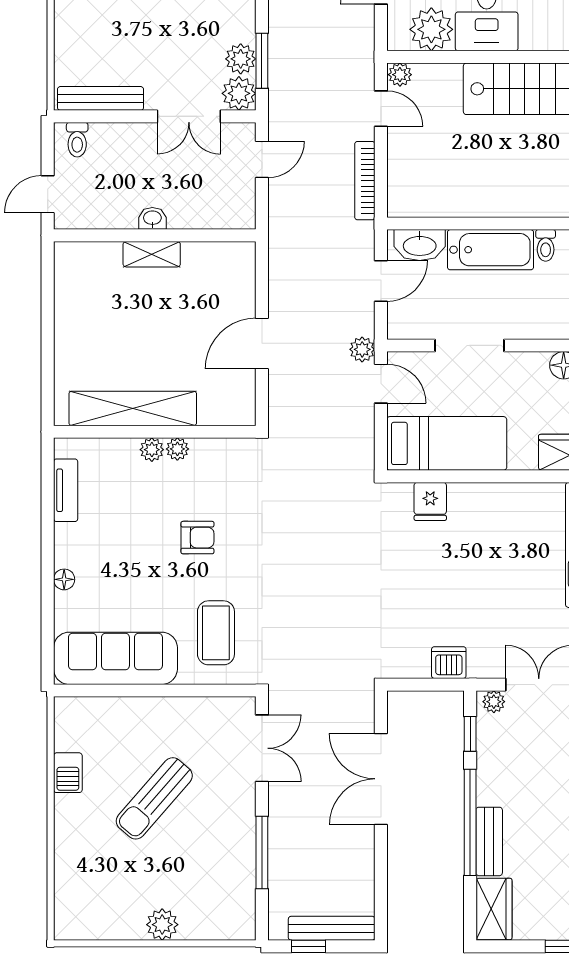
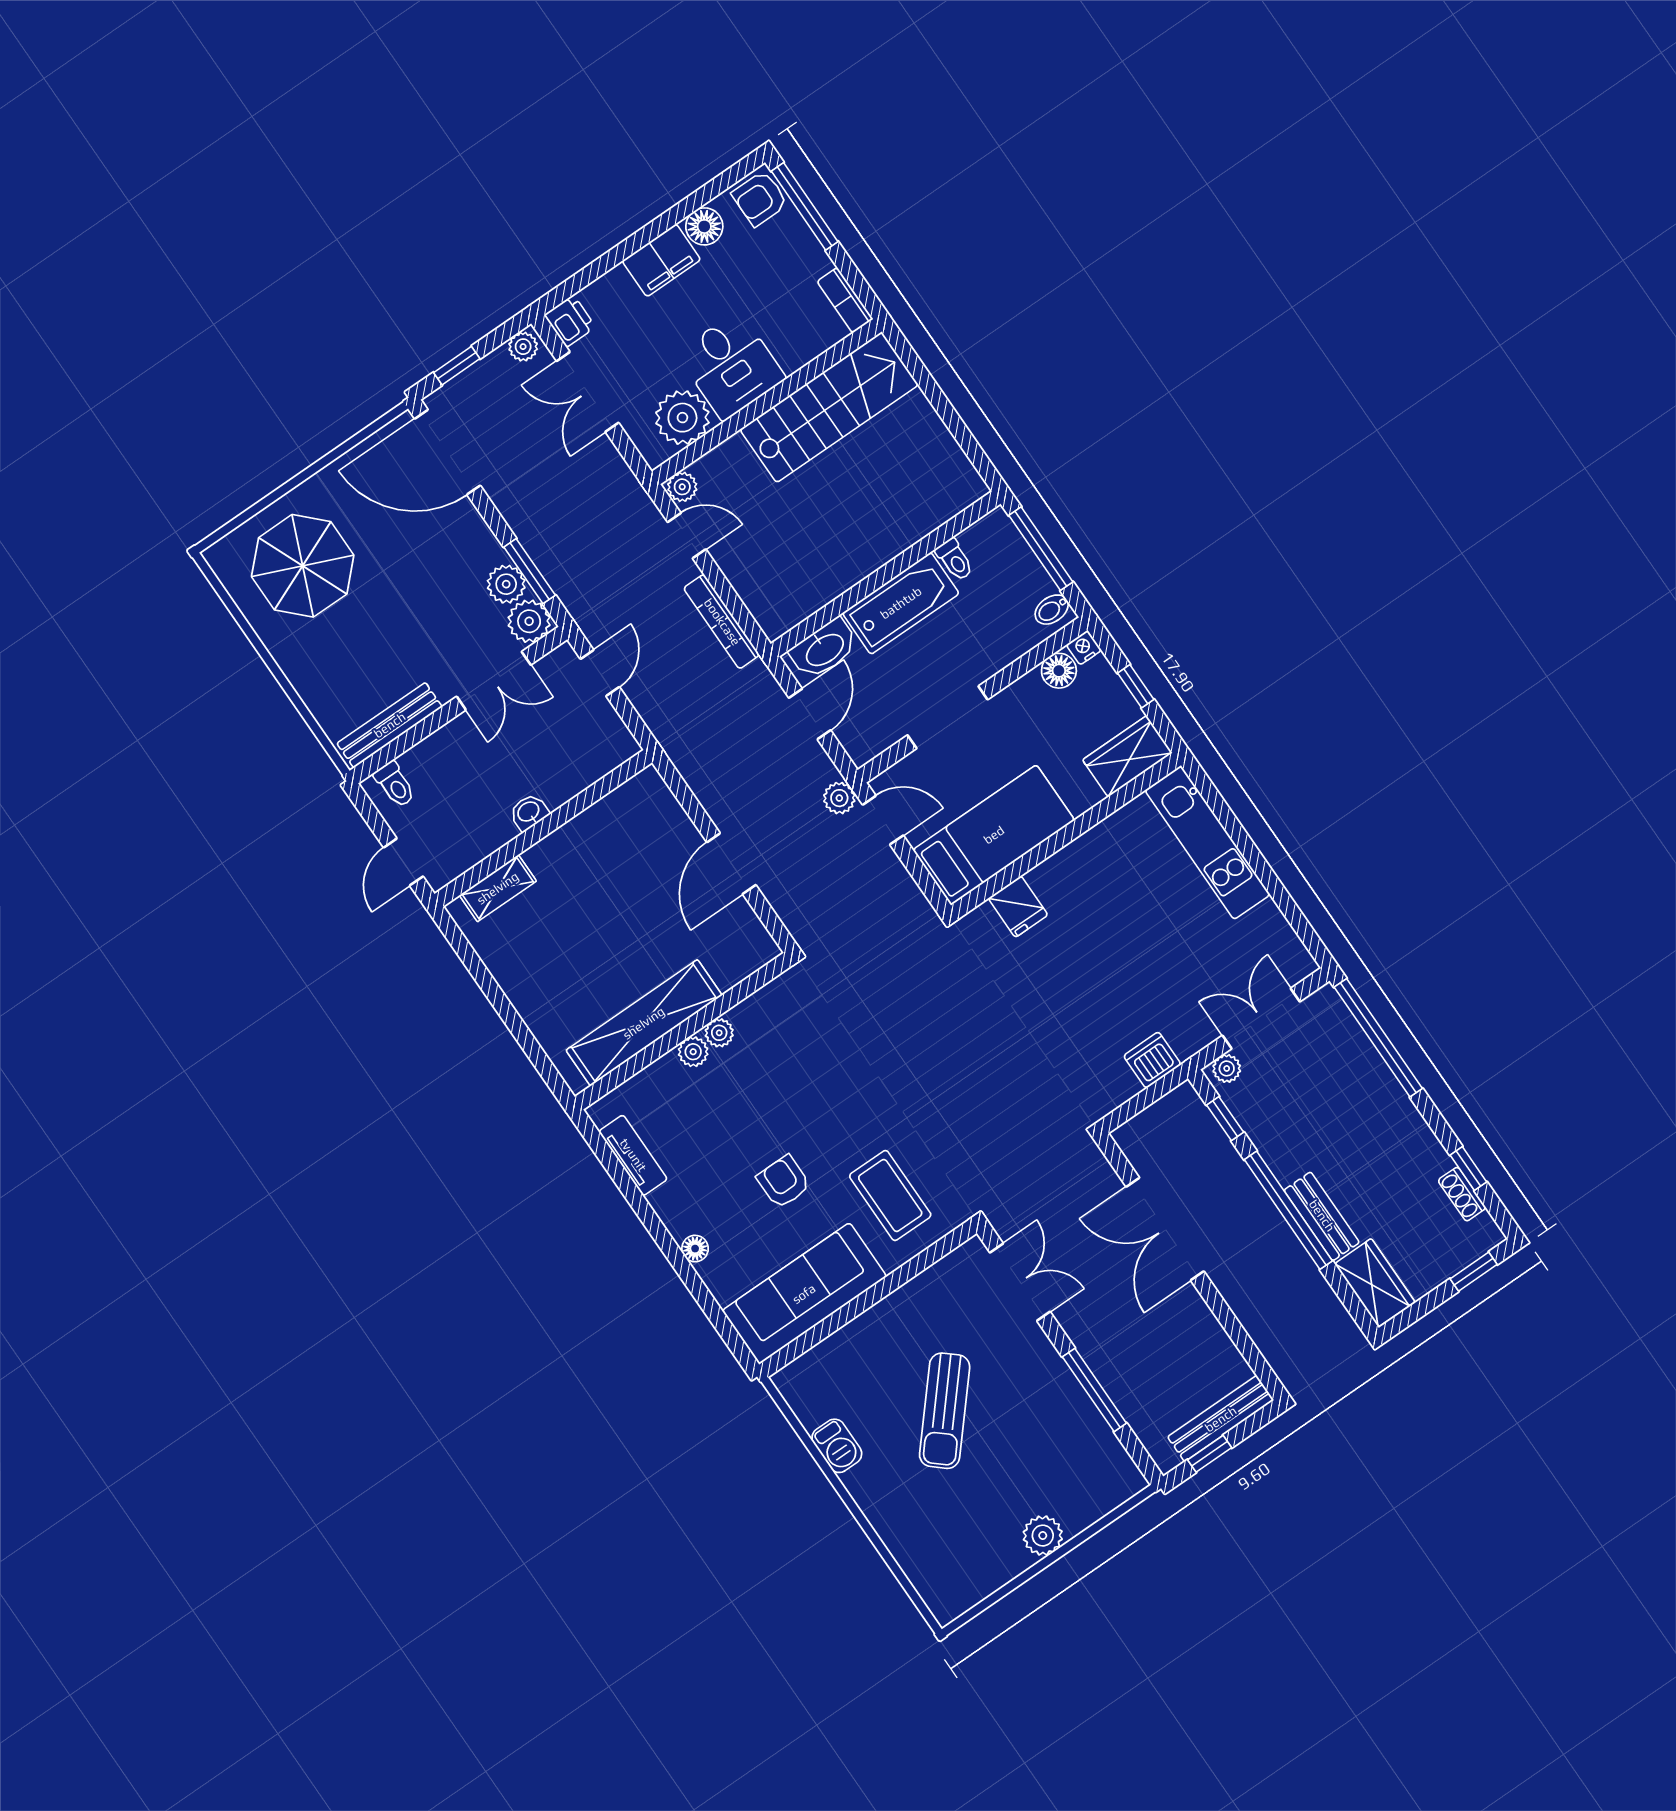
shelving: (152, 254) -> (498, 888), moved
armchair: (197, 538) -> (784, 1182), moved, turned -90

